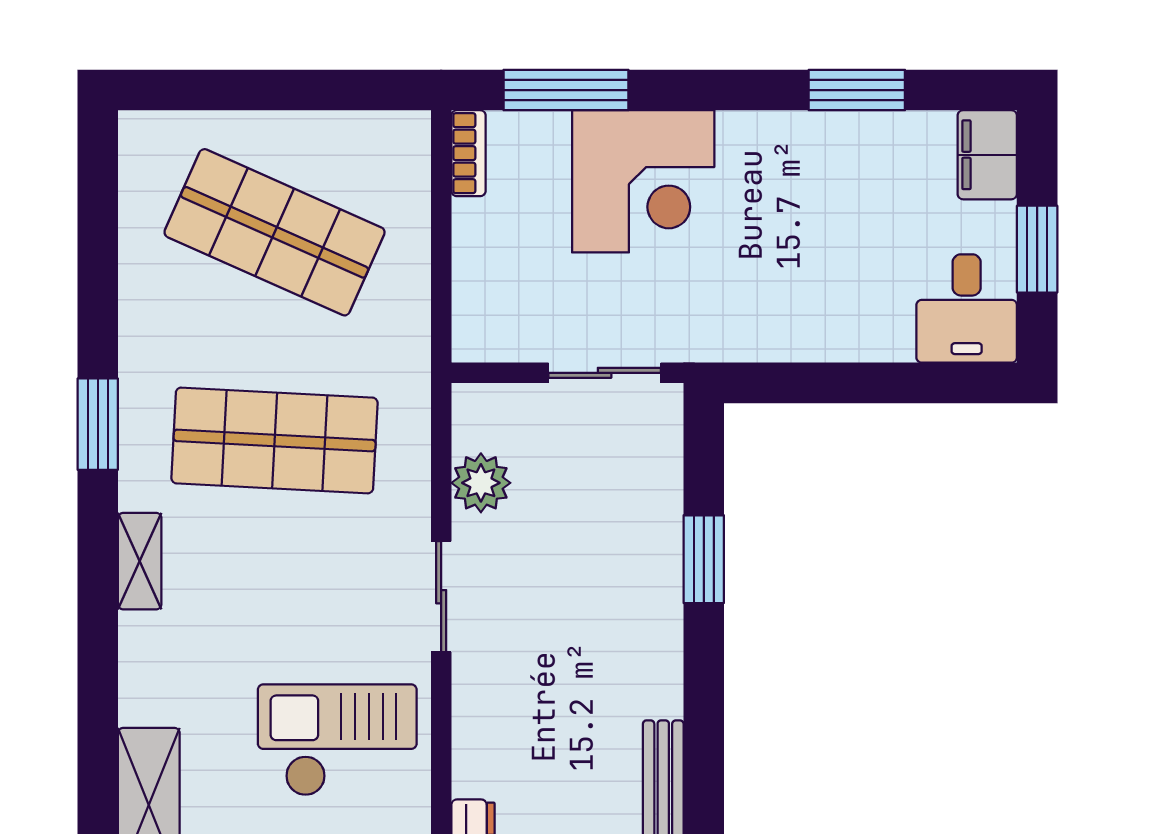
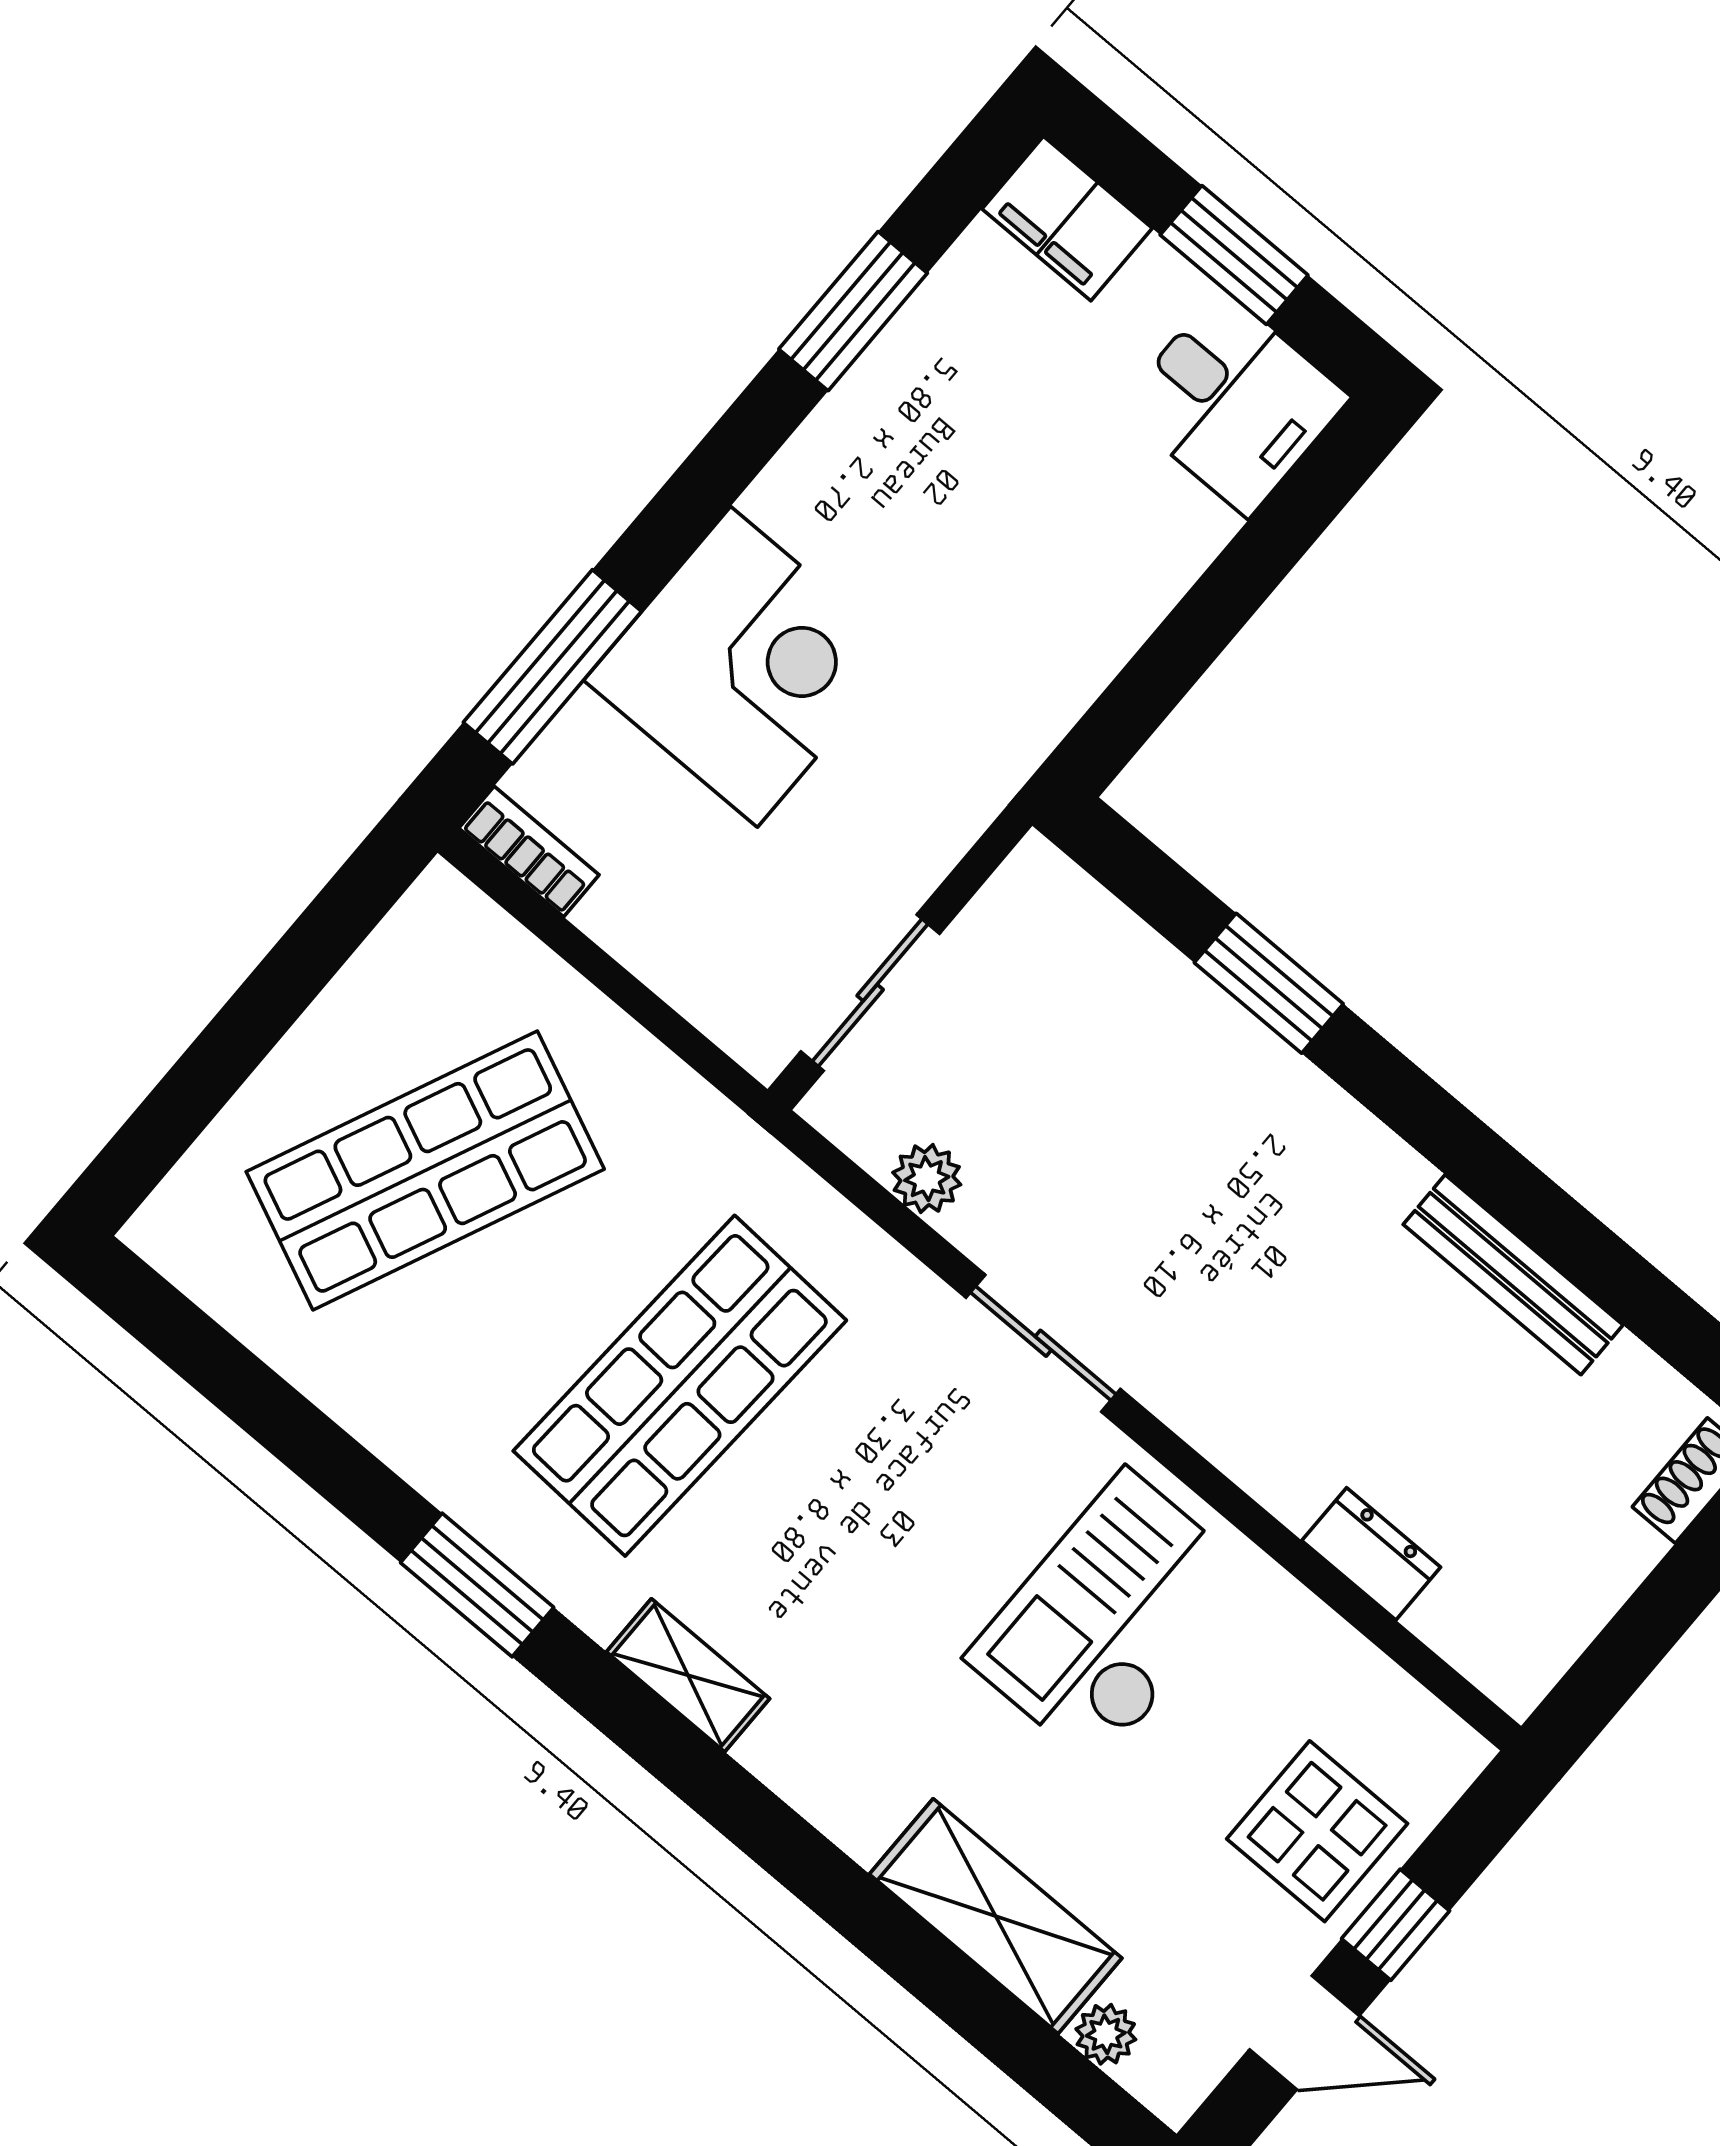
sliding door: (605, 373) -> (870, 993), moved
plant: (481, 483) -> (927, 1179), width x0.73, depth x0.73

